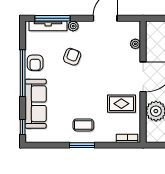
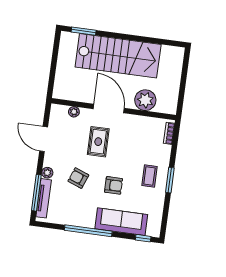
armchair: (35, 63) -> (114, 185), moved
rug: (121, 104) -> (98, 142), moved

